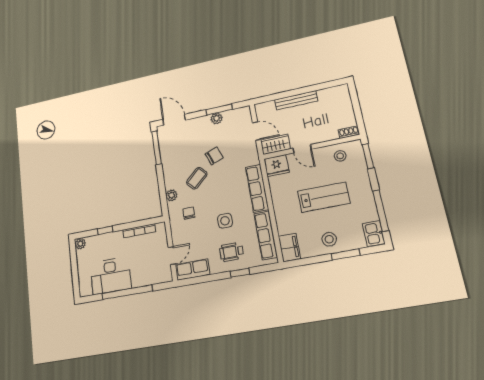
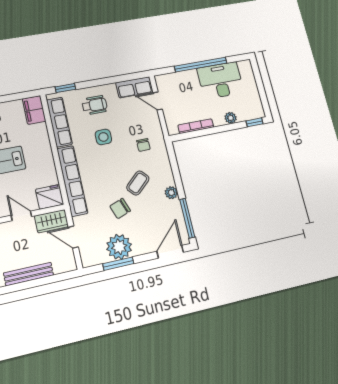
plant: (217, 118) -> (119, 247), width x1.87, depth x1.87
door: (174, 120) -> (170, 252), swing flipped
row of seats: (257, 188) -> (72, 181), width x1.36
plant: (171, 195) -> (171, 193), moved
window: (105, 230) -> (255, 122), moved
plant: (80, 244) -> (231, 118), moved
door: (172, 256) -> (158, 101), hinge flipped
window: (240, 273) -> (65, 88), moved

